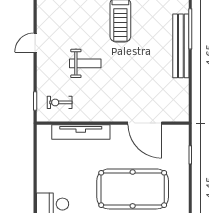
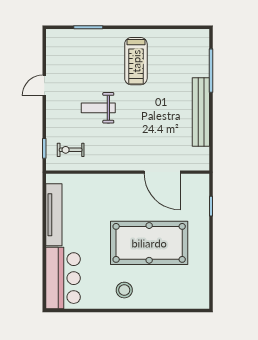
bench: (181, 46) -> (201, 112), moved
weight bench: (85, 63) -> (98, 108), turned 180
tv unit: (81, 132) -> (54, 215), moved, turned -90

